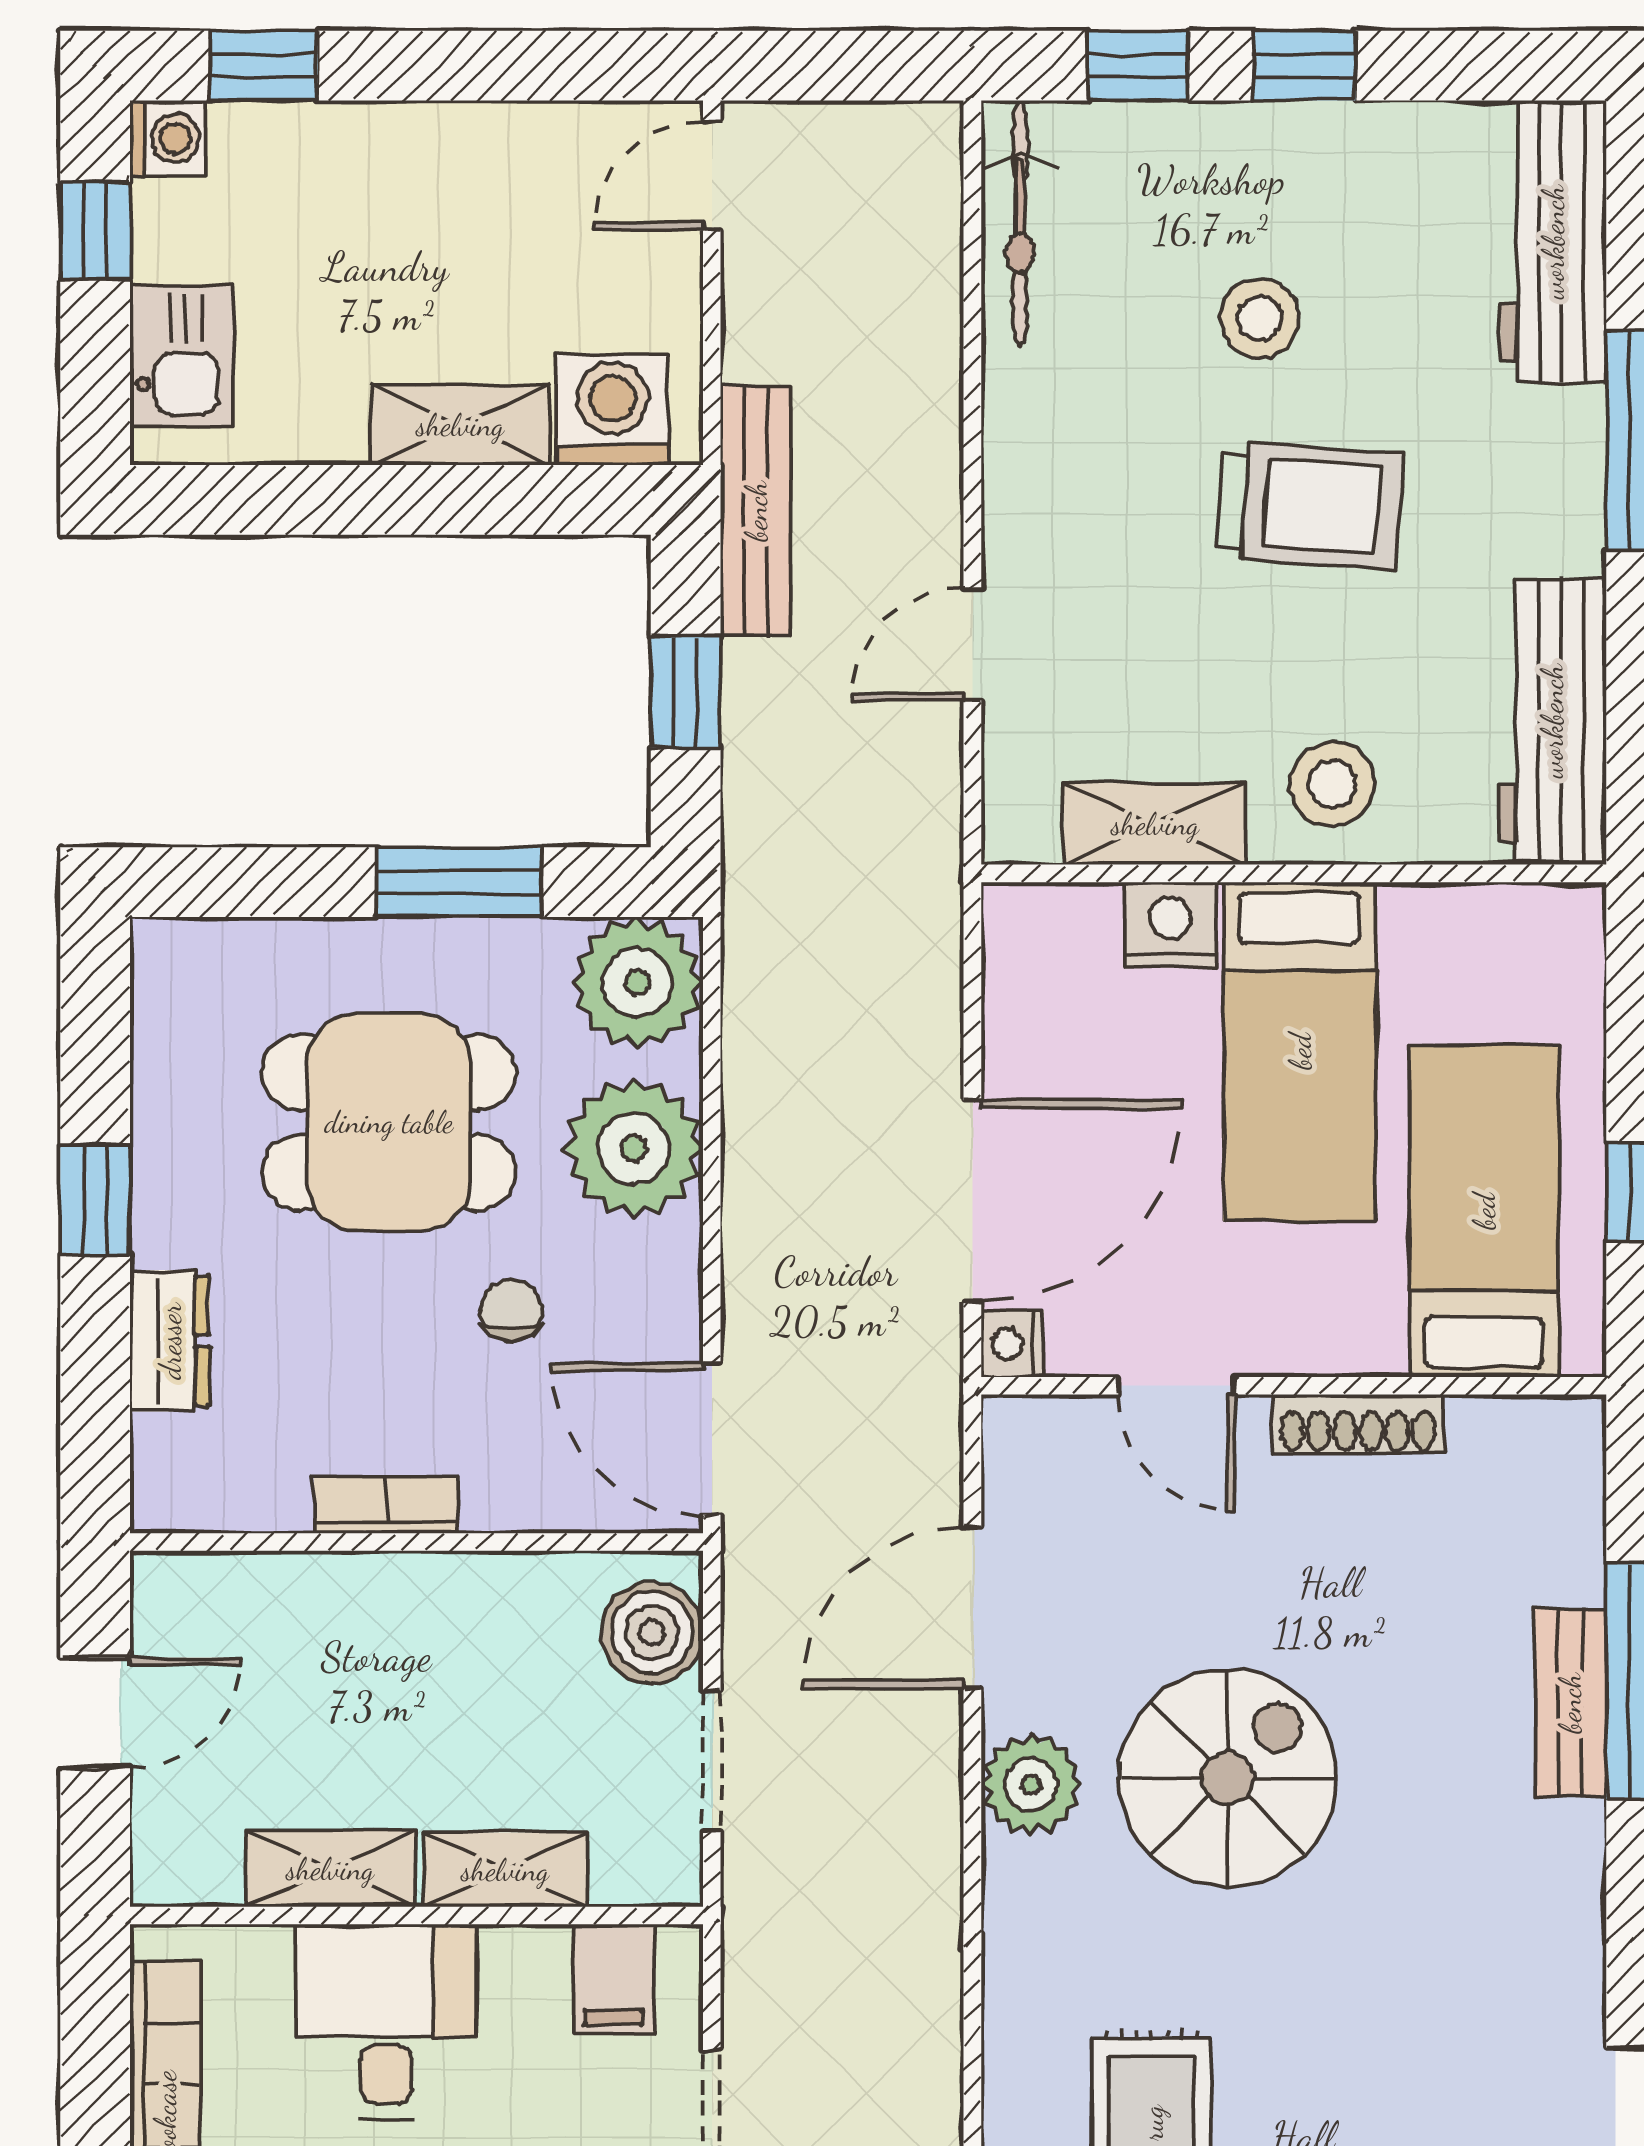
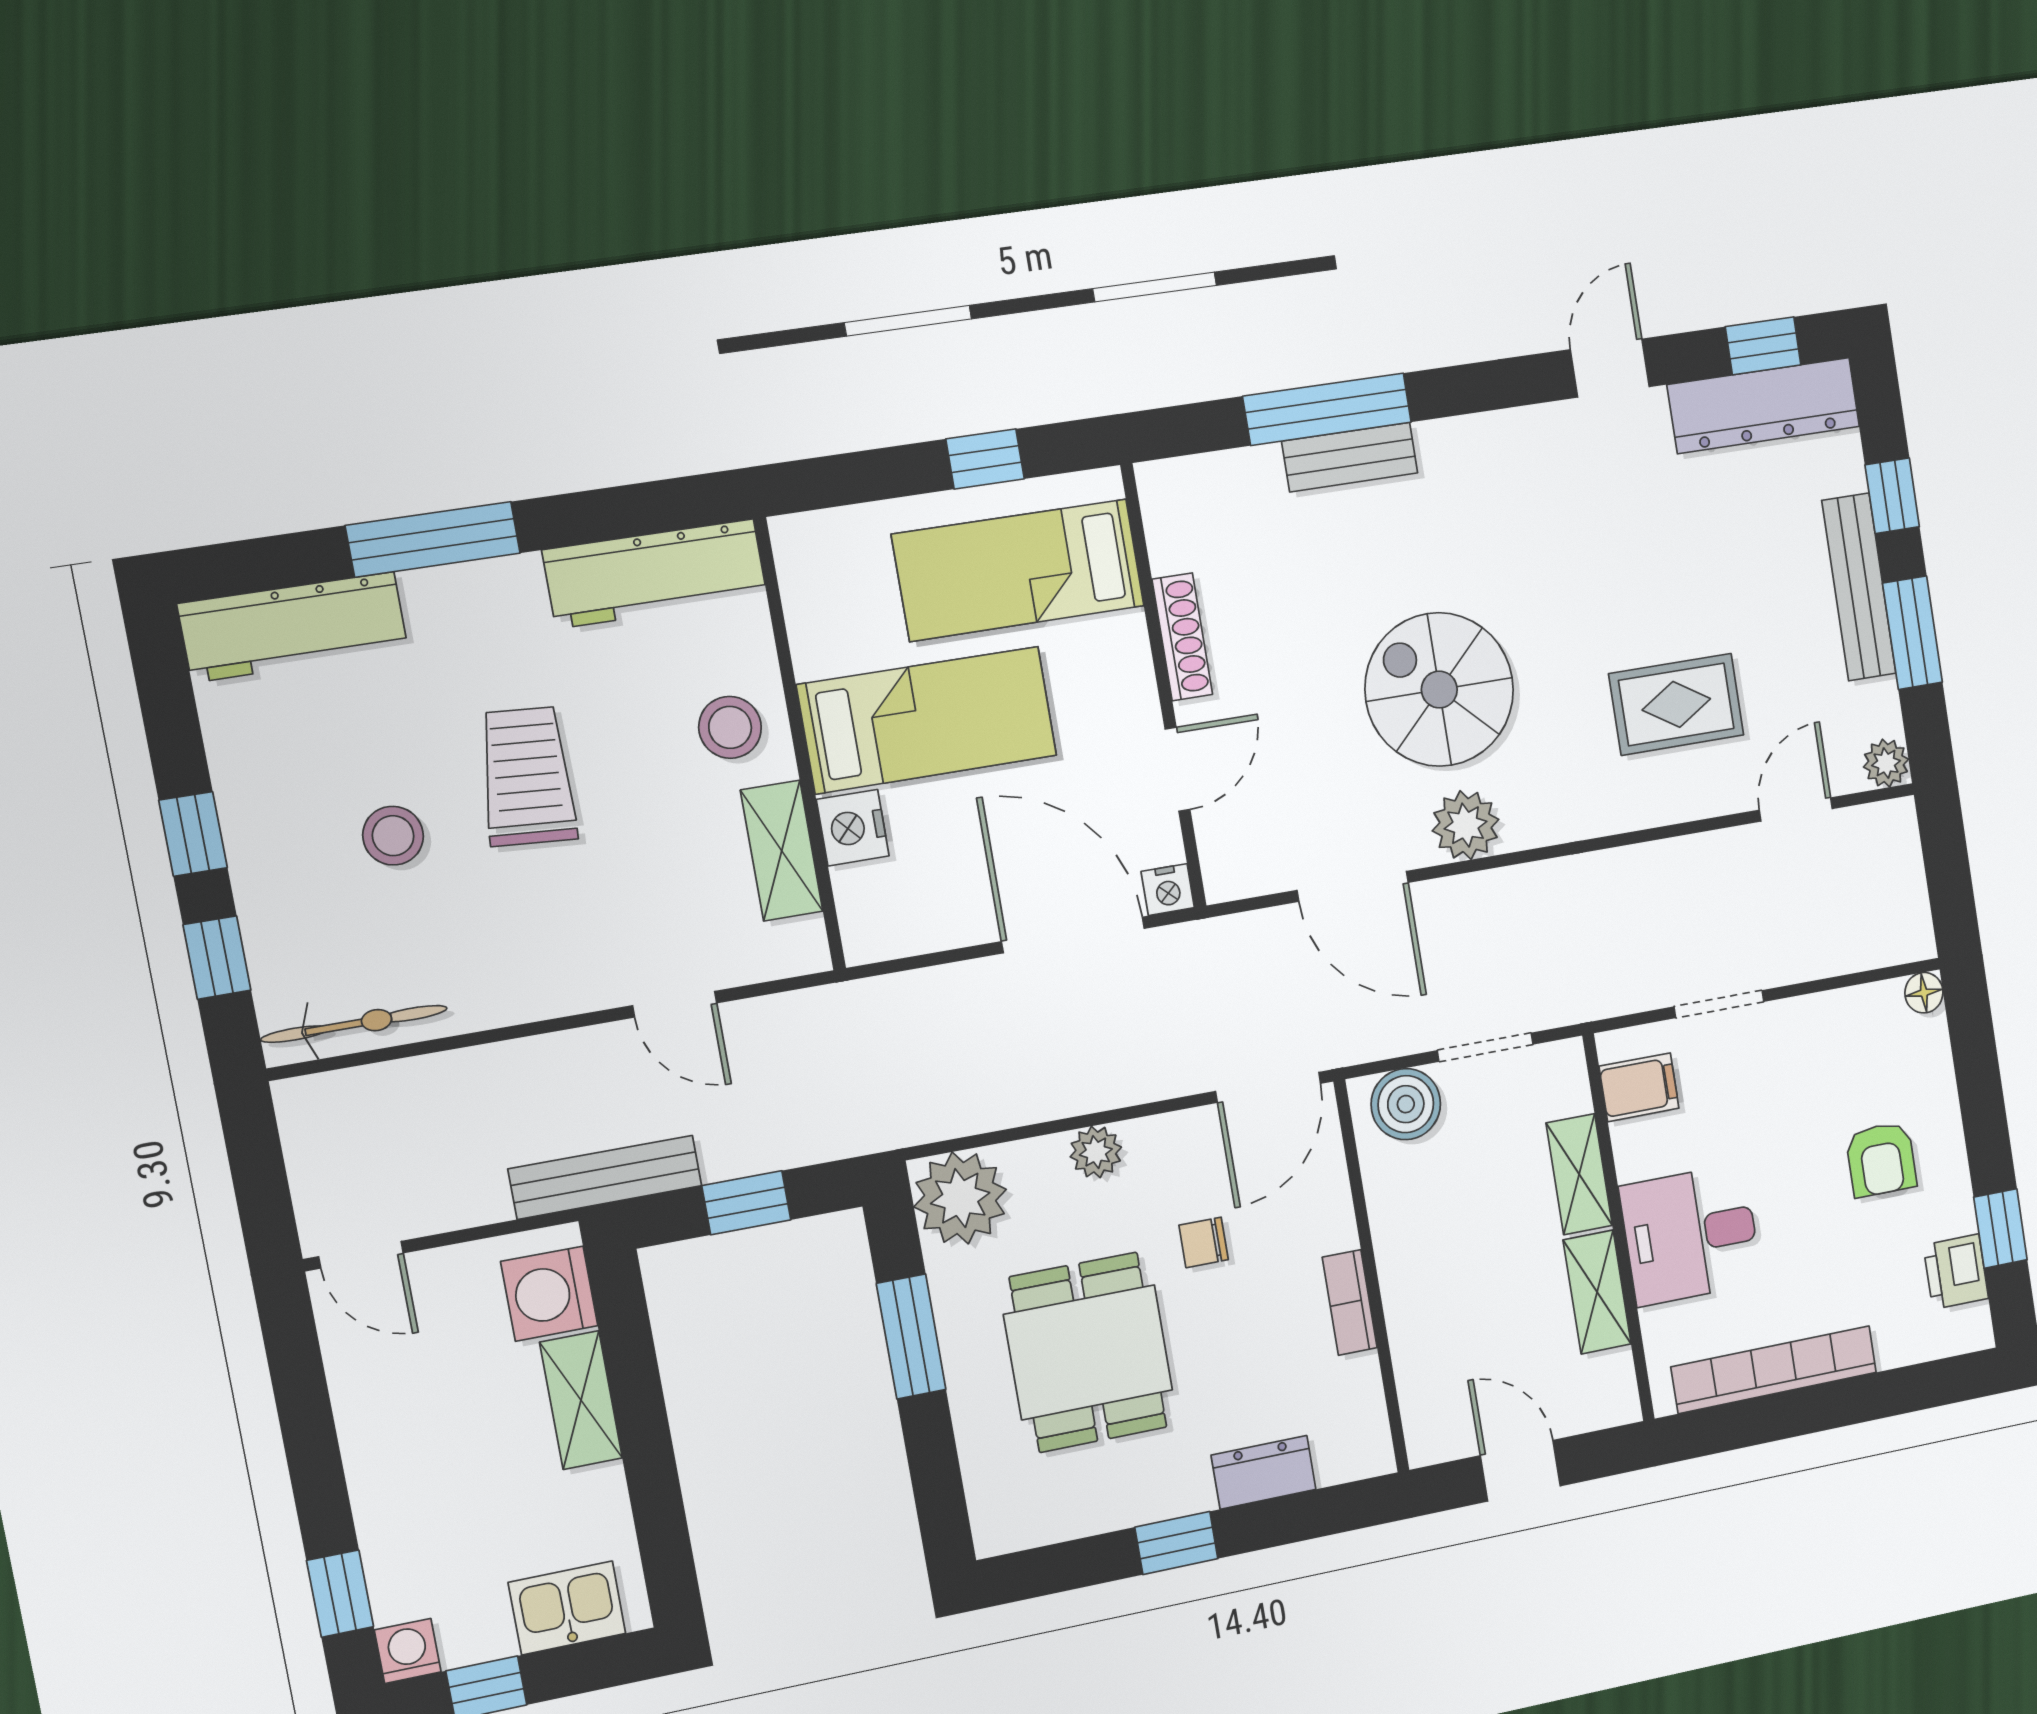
plant: (634, 1148) -> (1096, 1152), width x0.53, depth x0.53

